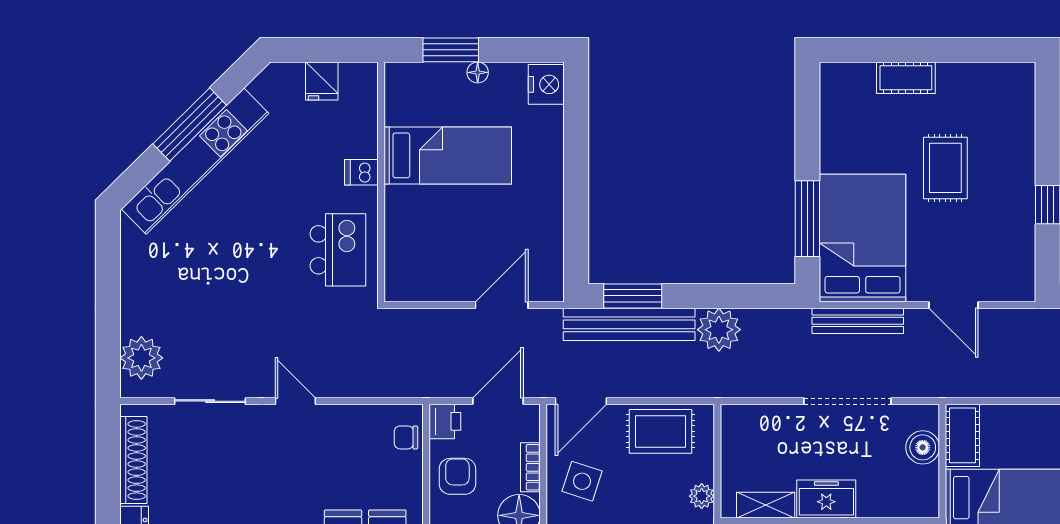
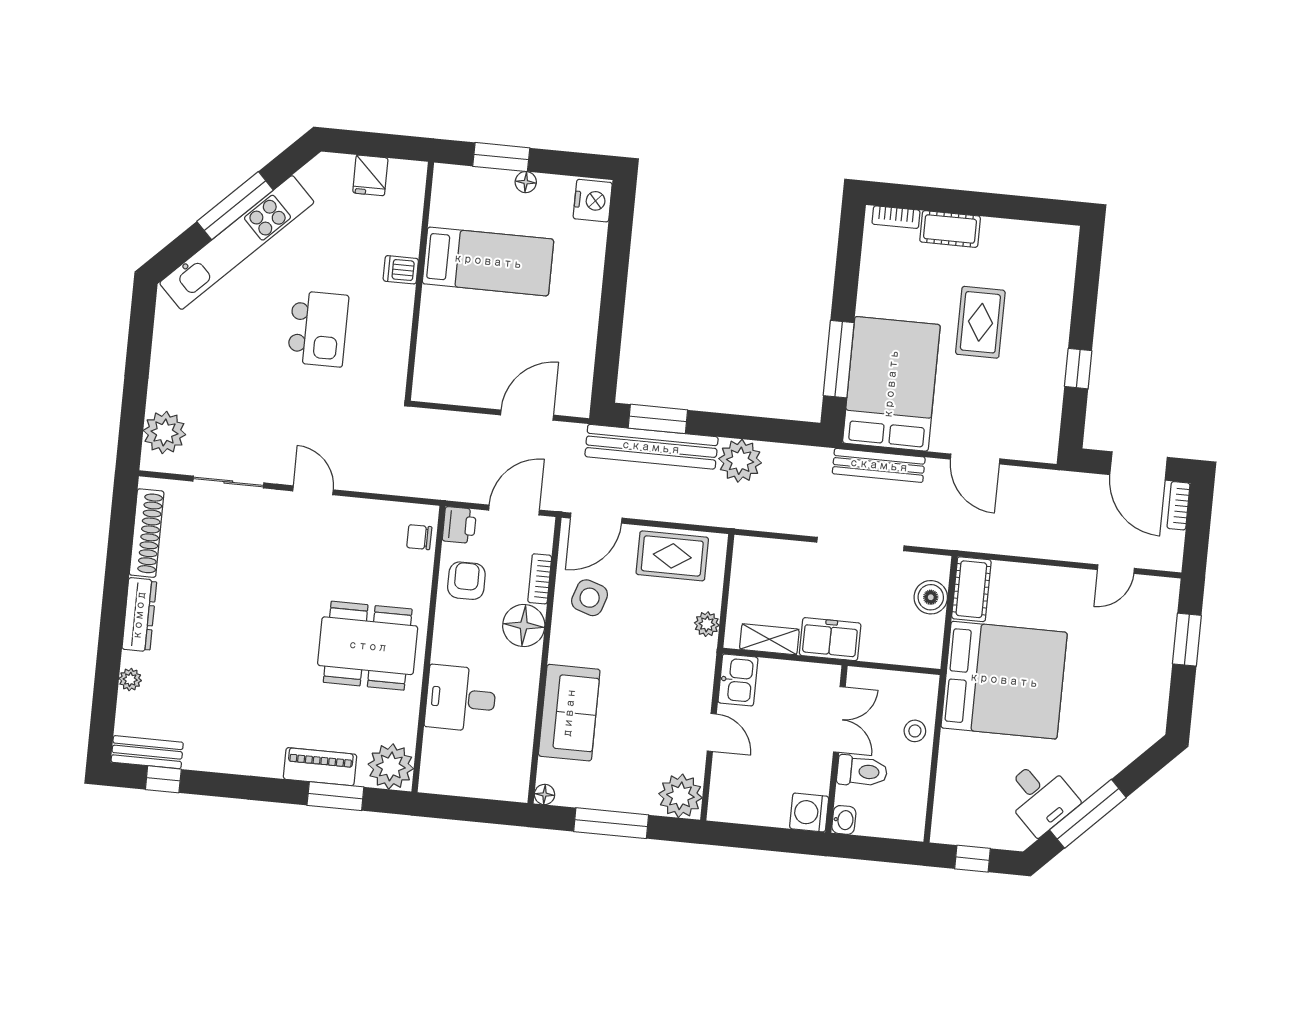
bookcase: (851, 71) -> (896, 217), added
kitchen island: (338, 250) -> (318, 329), moved

